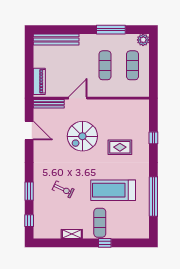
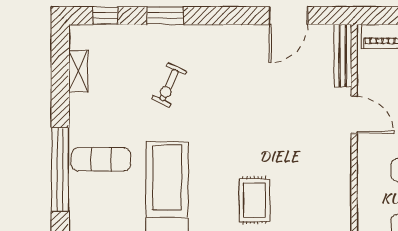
spiral stairs: (82, 136) -> (277, 124), removed
shelving: (72, 234) -> (78, 71), moved
window: (105, 243) -> (60, 169), width x3.17

